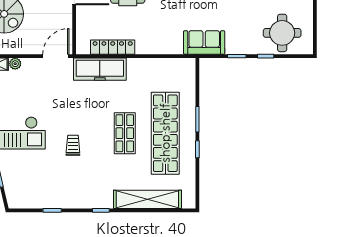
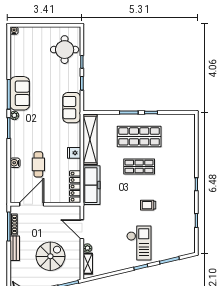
fridge: (143, 46) -> (74, 153), added
locker: (113, 47) -> (75, 187), moved
door: (56, 56) -> (82, 229), moved
shop shelf: (165, 133) -> (139, 136), width x0.71
shelving: (147, 199) -> (90, 140), moved

